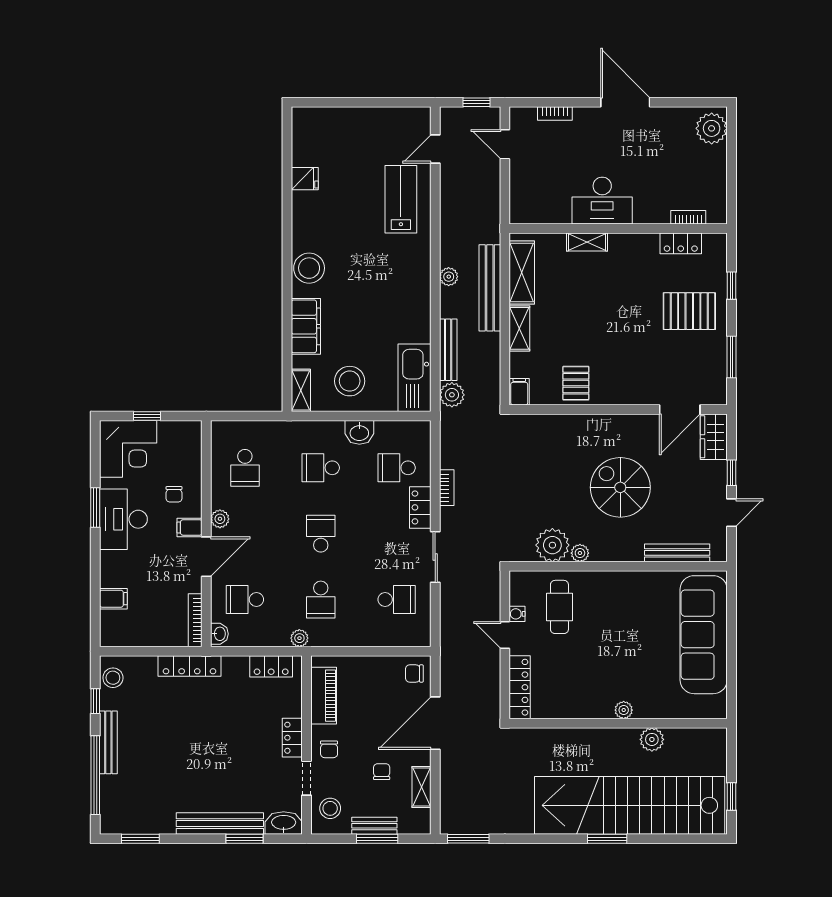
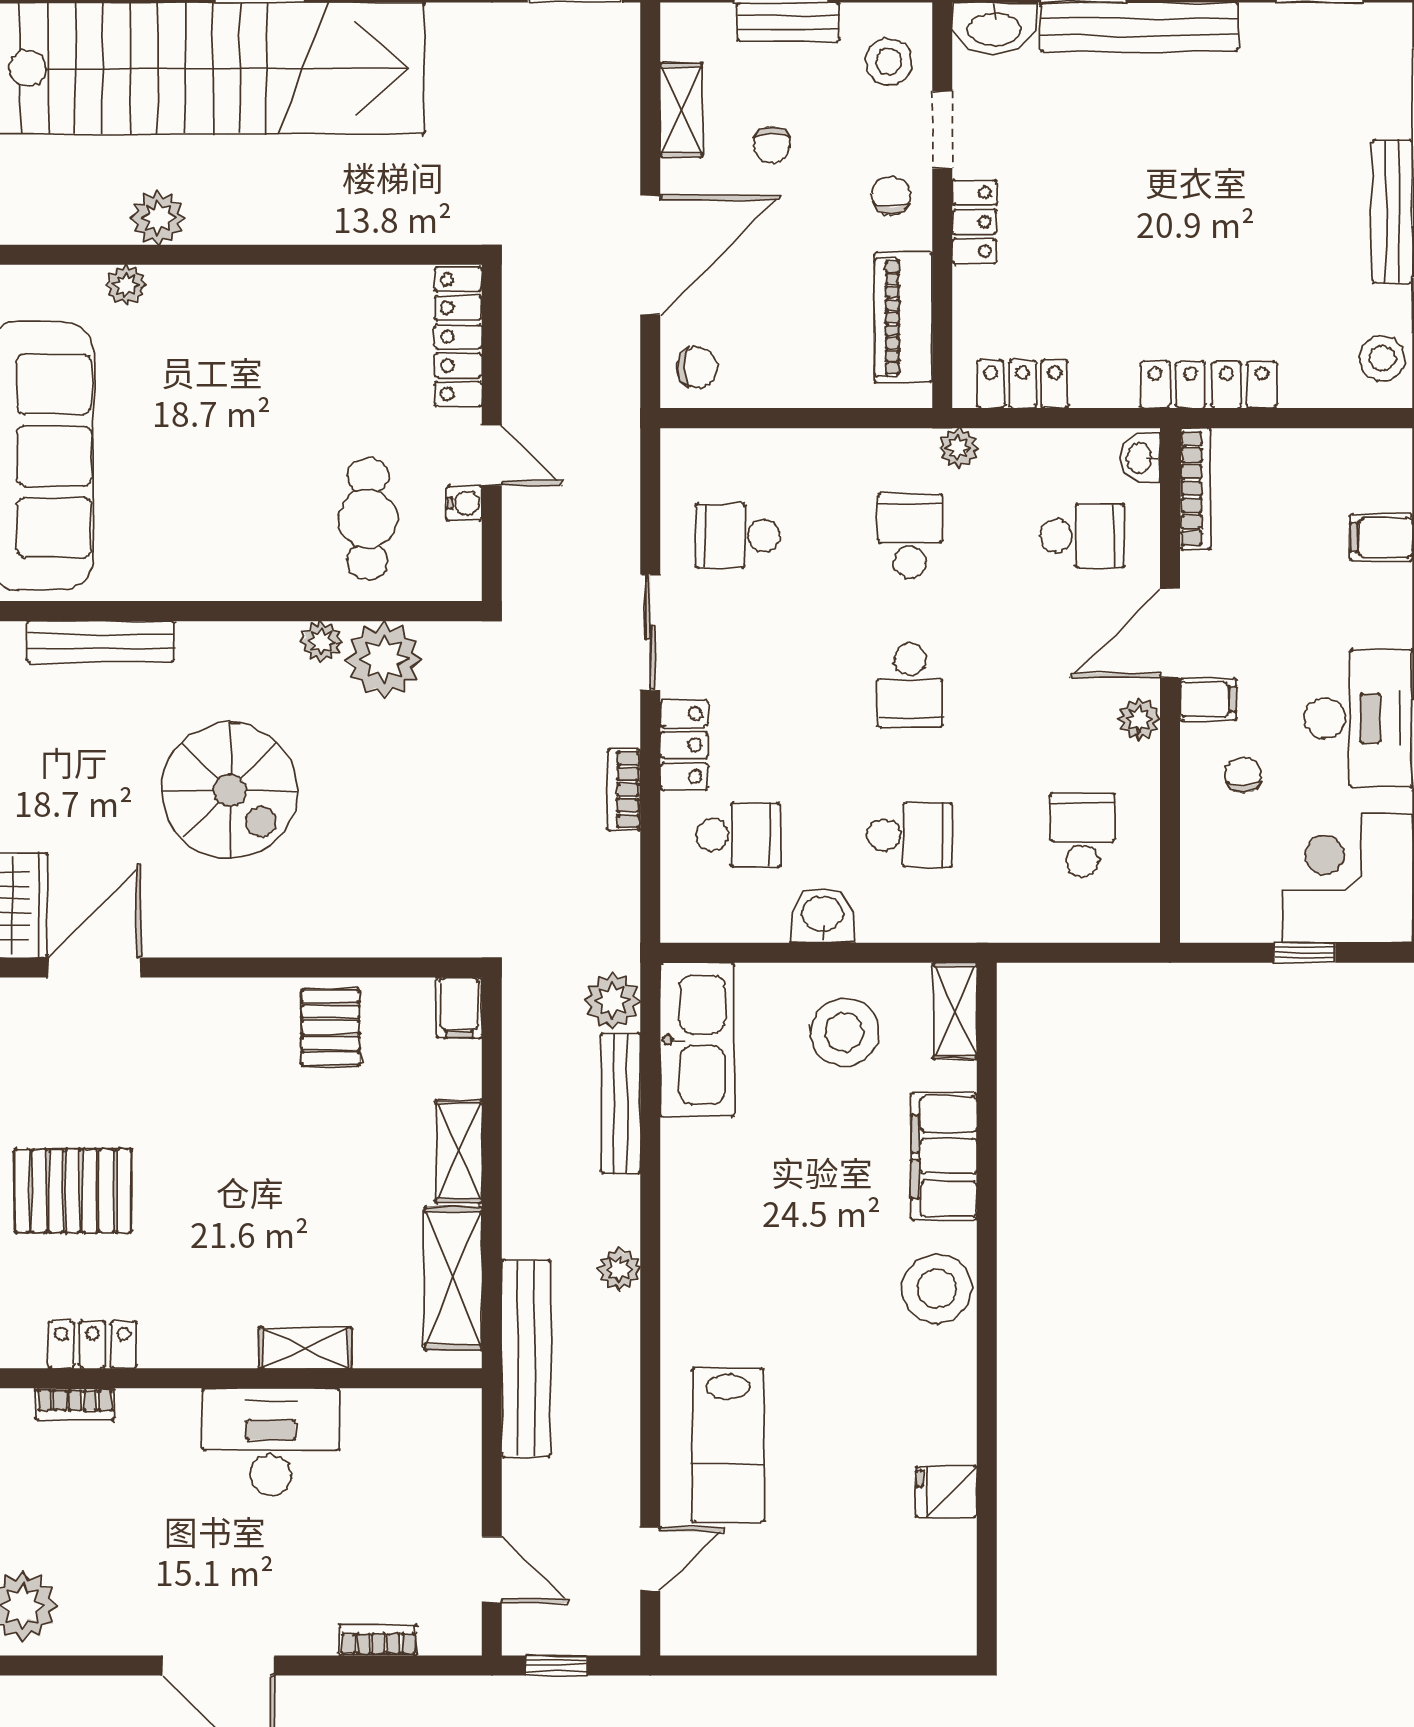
bench: (490, 288) -> (526, 1358), moved
plant: (624, 710) -> (126, 285), moved

